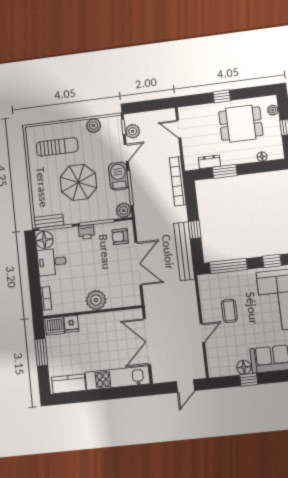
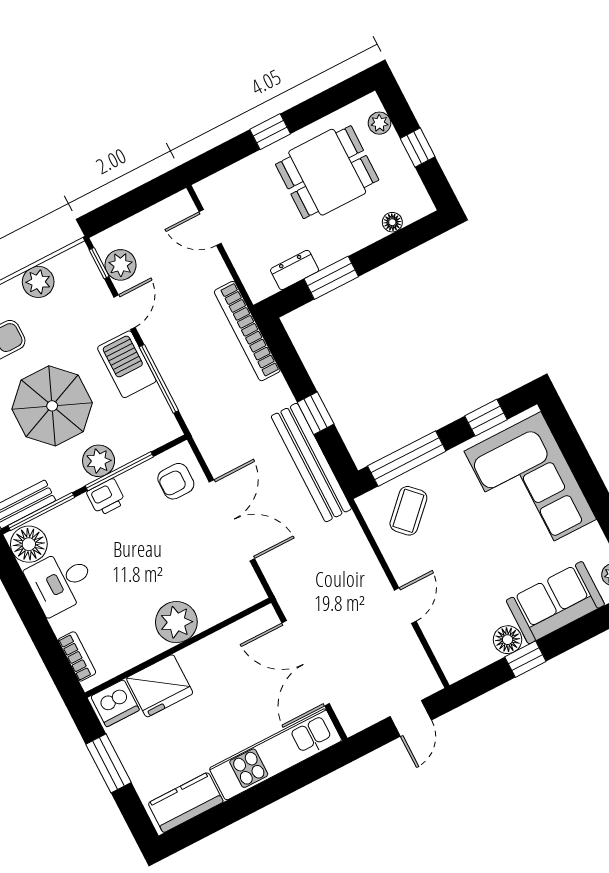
plant: (124, 210) -> (99, 461), moved
coffee table: (229, 311) -> (408, 511), moved, turned 45
fridge: (71, 324) -> (160, 686), width x1.88, depth x1.34

